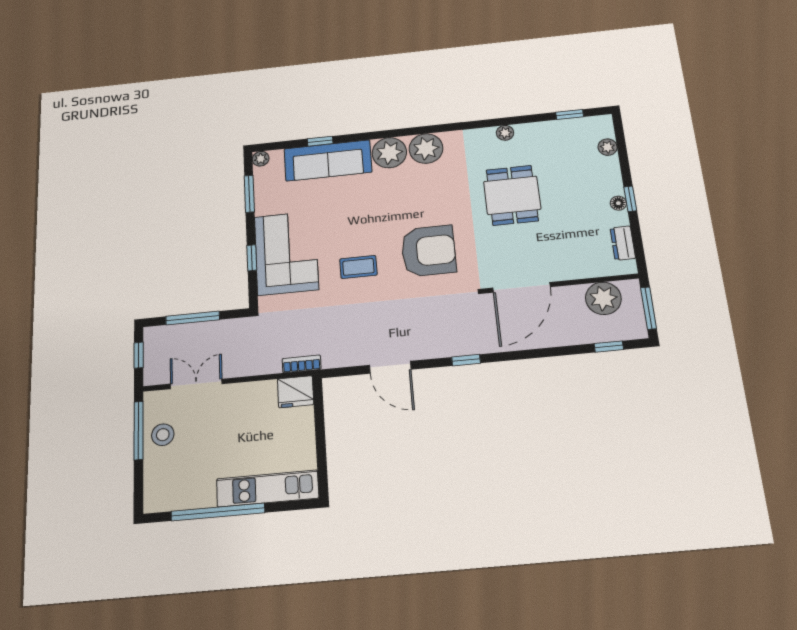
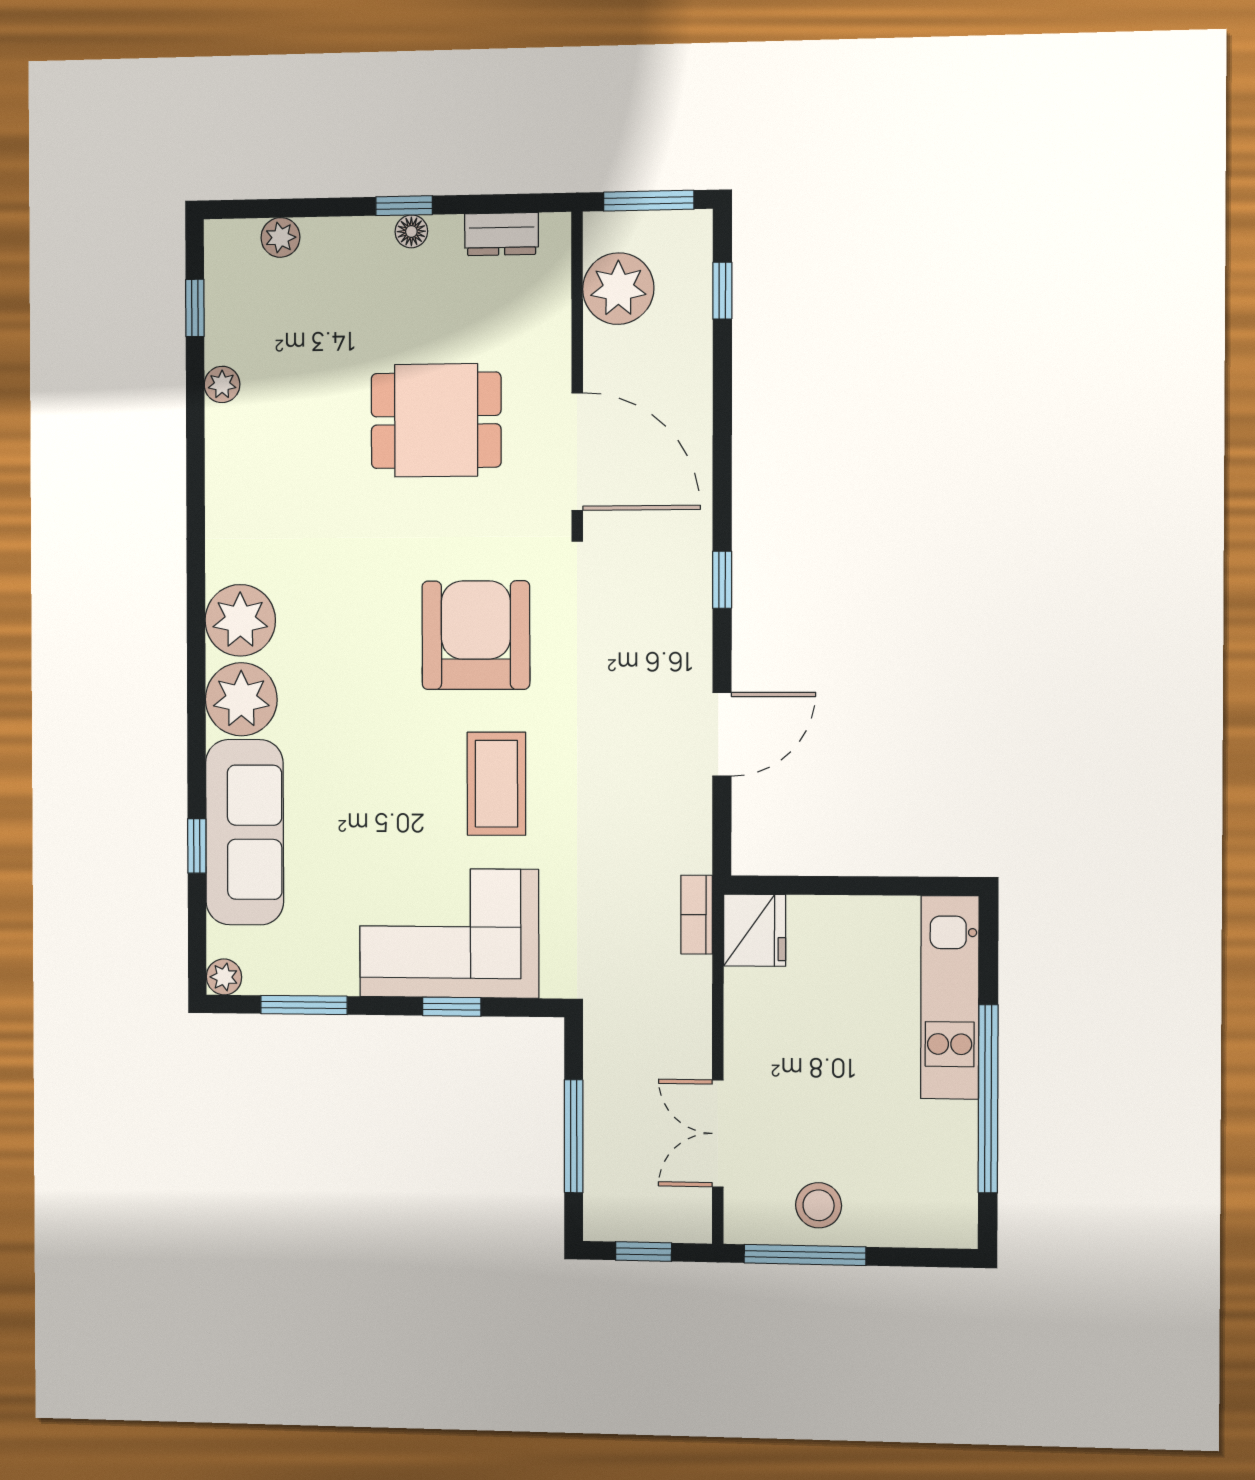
plant: (505, 133) -> (222, 384), moved
dining table: (512, 195) -> (436, 420), moved
coffee table: (358, 267) -> (496, 784), width x1.36, depth x1.30

